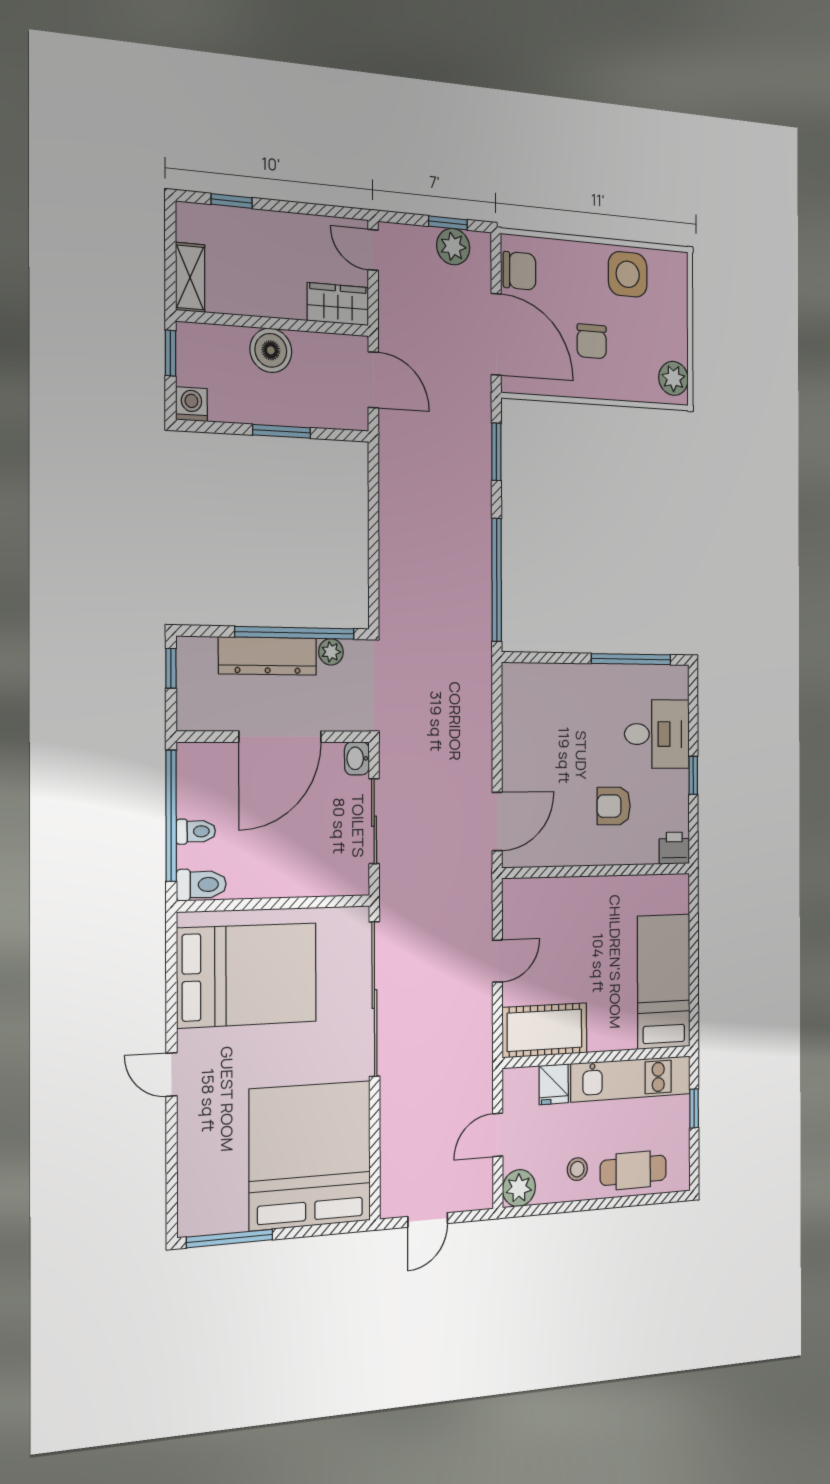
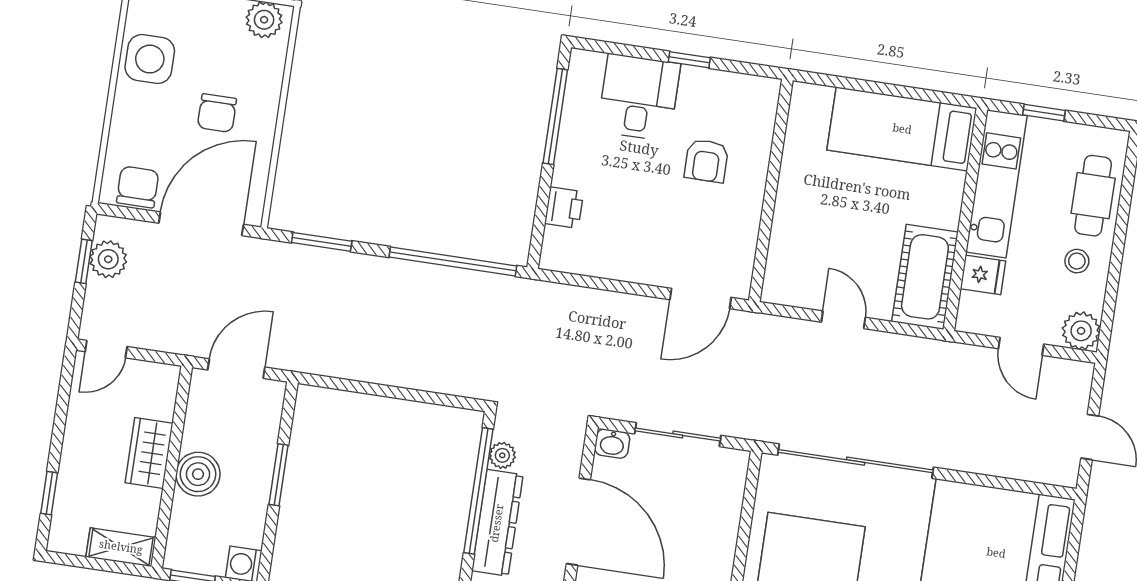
wardrobe: (338, 304) -> (149, 453), moved
chair: (592, 341) -> (217, 113), turned 90
door: (497, 822) -> (700, 298), swing flipped
printer: (674, 848) -> (564, 208), moved, turned 180

